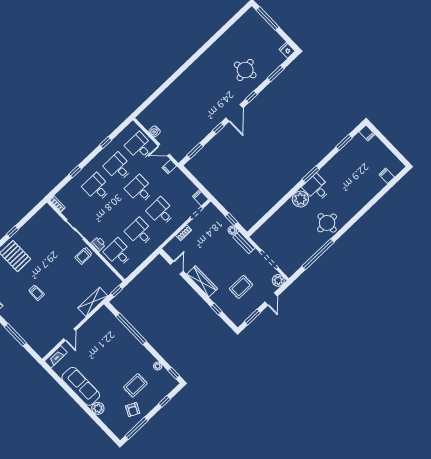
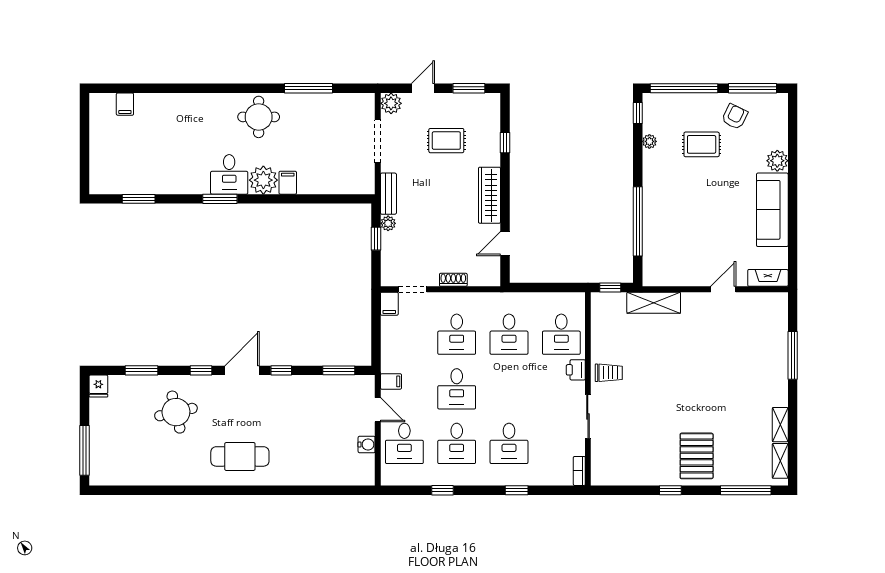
cafe table: (202, 77) -> (240, 456), added
filing cabinet: (367, 133) -> (288, 183), moved
window: (318, 254) -> (308, 88), width x0.68
trolley: (36, 293) -> (714, 384), removed
window: (164, 401) -> (684, 88), width x3.17

